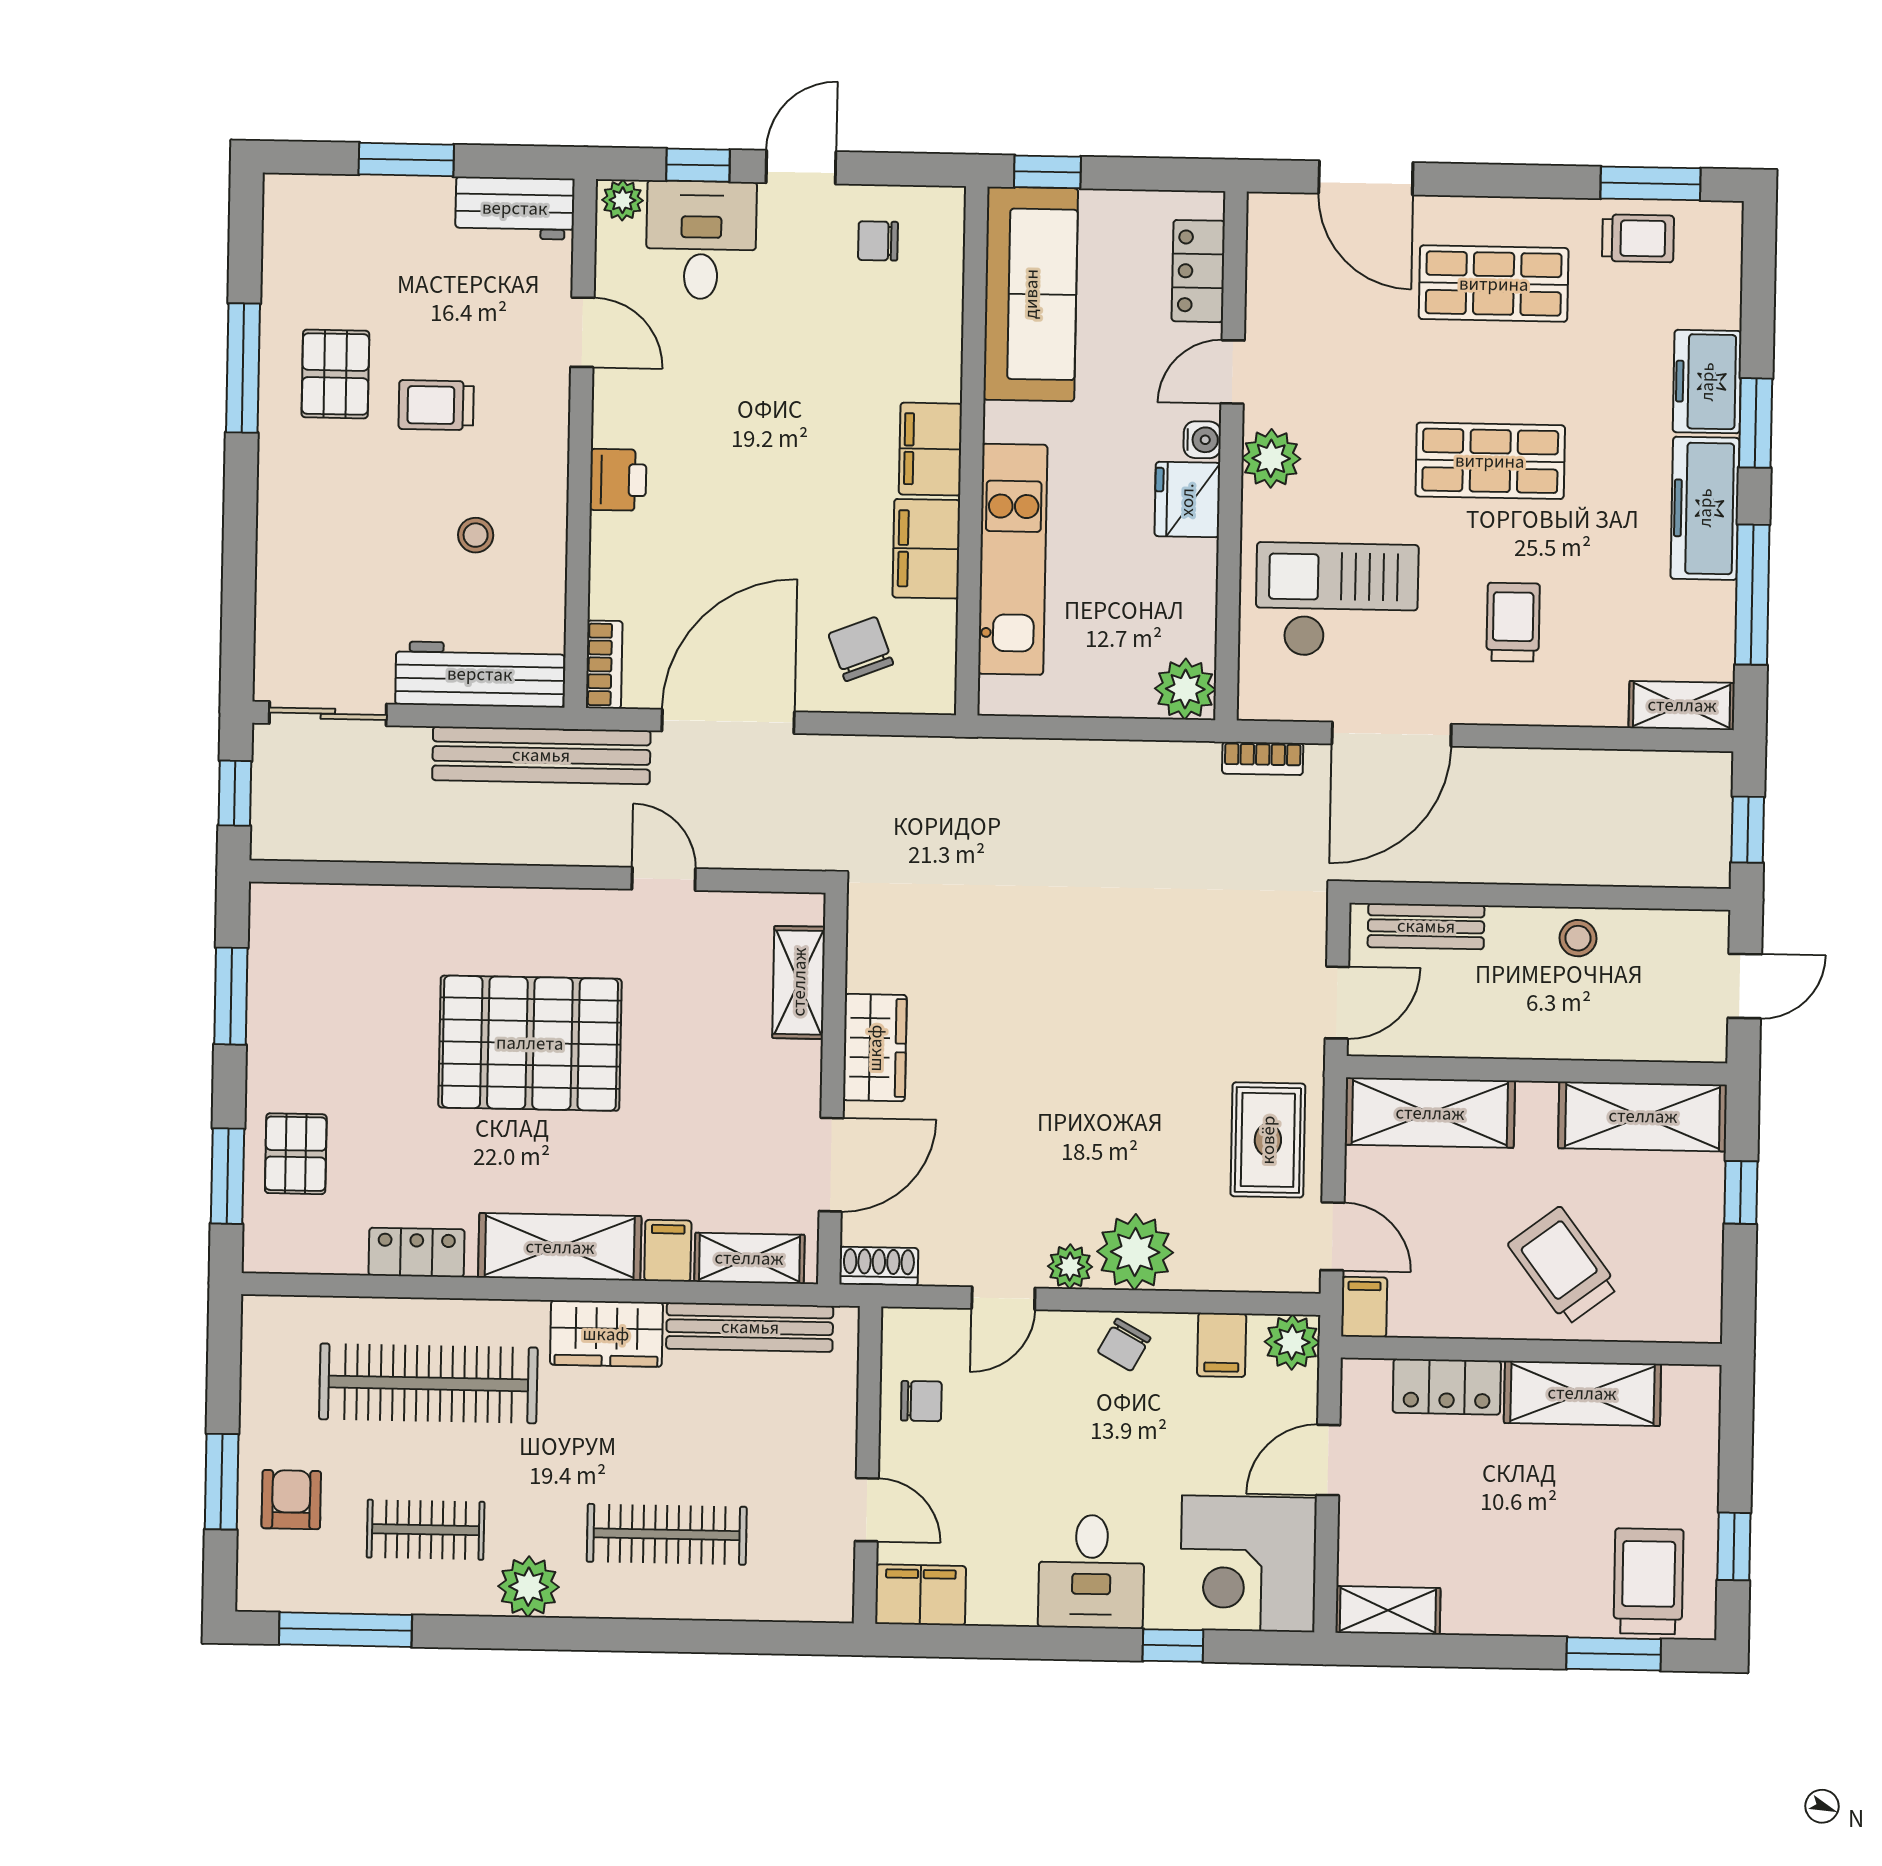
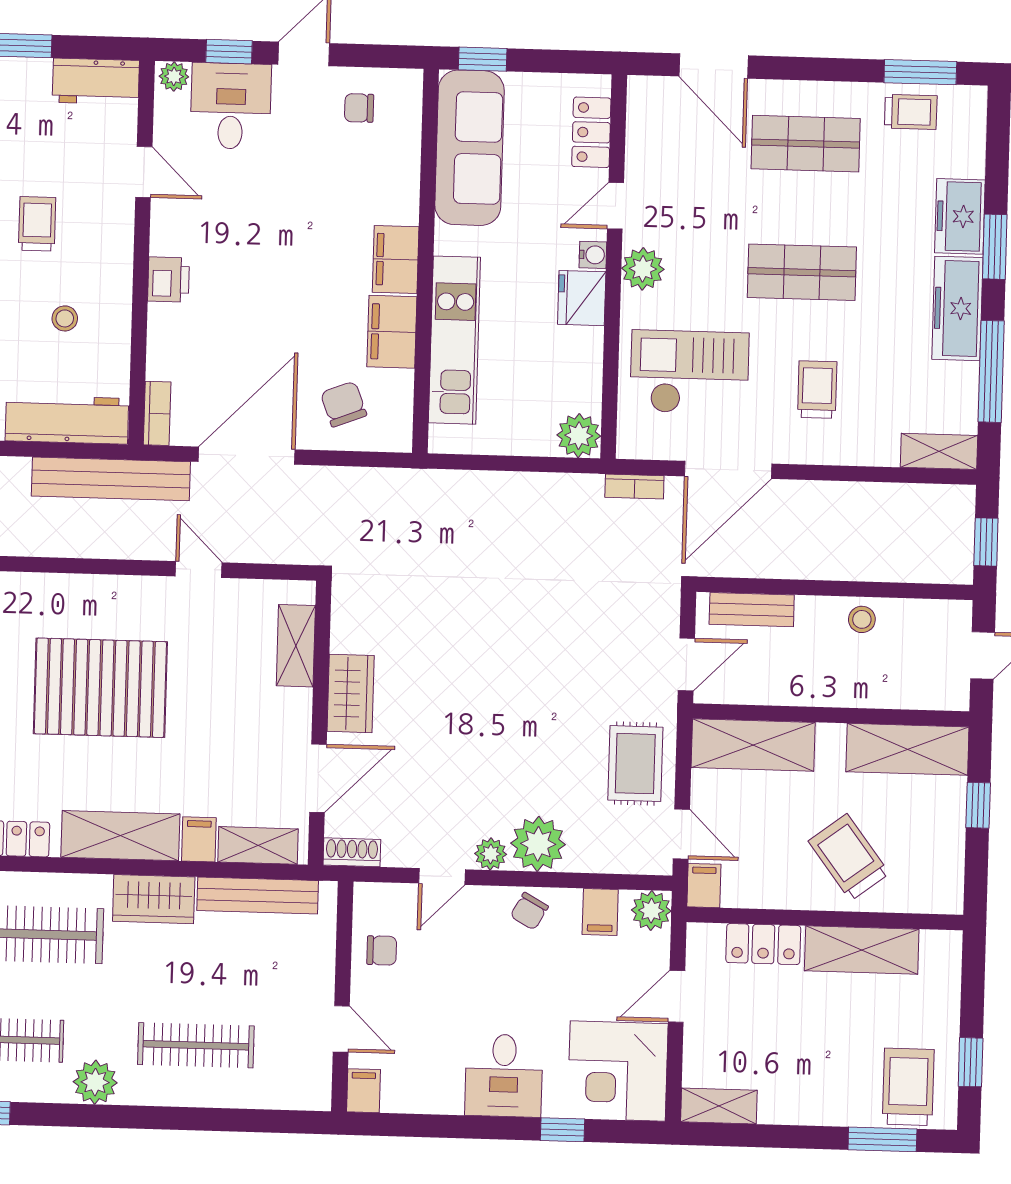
trolley: (436, 405) -> (37, 224), turned 90
filing cabinet: (921, 1595) -> (363, 1091), width x0.50

